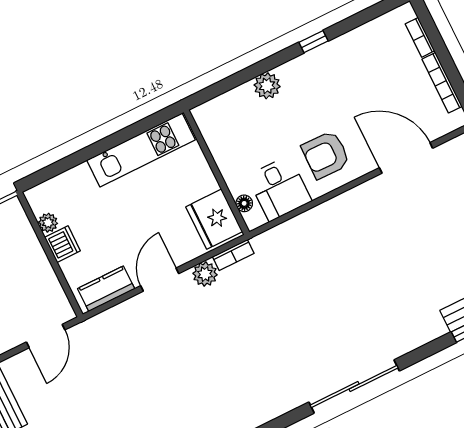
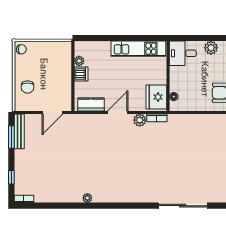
desk: (279, 189) -> (183, 53), moved, turned 90

